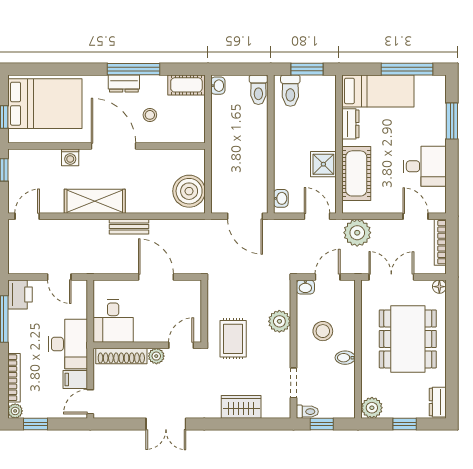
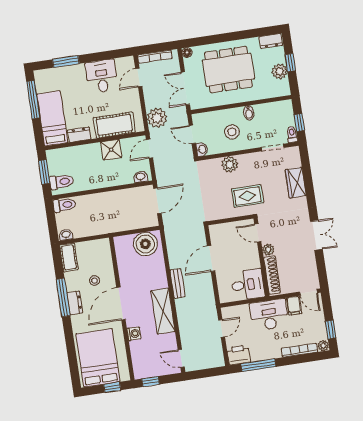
plant: (372, 408) -> (280, 71), moved

